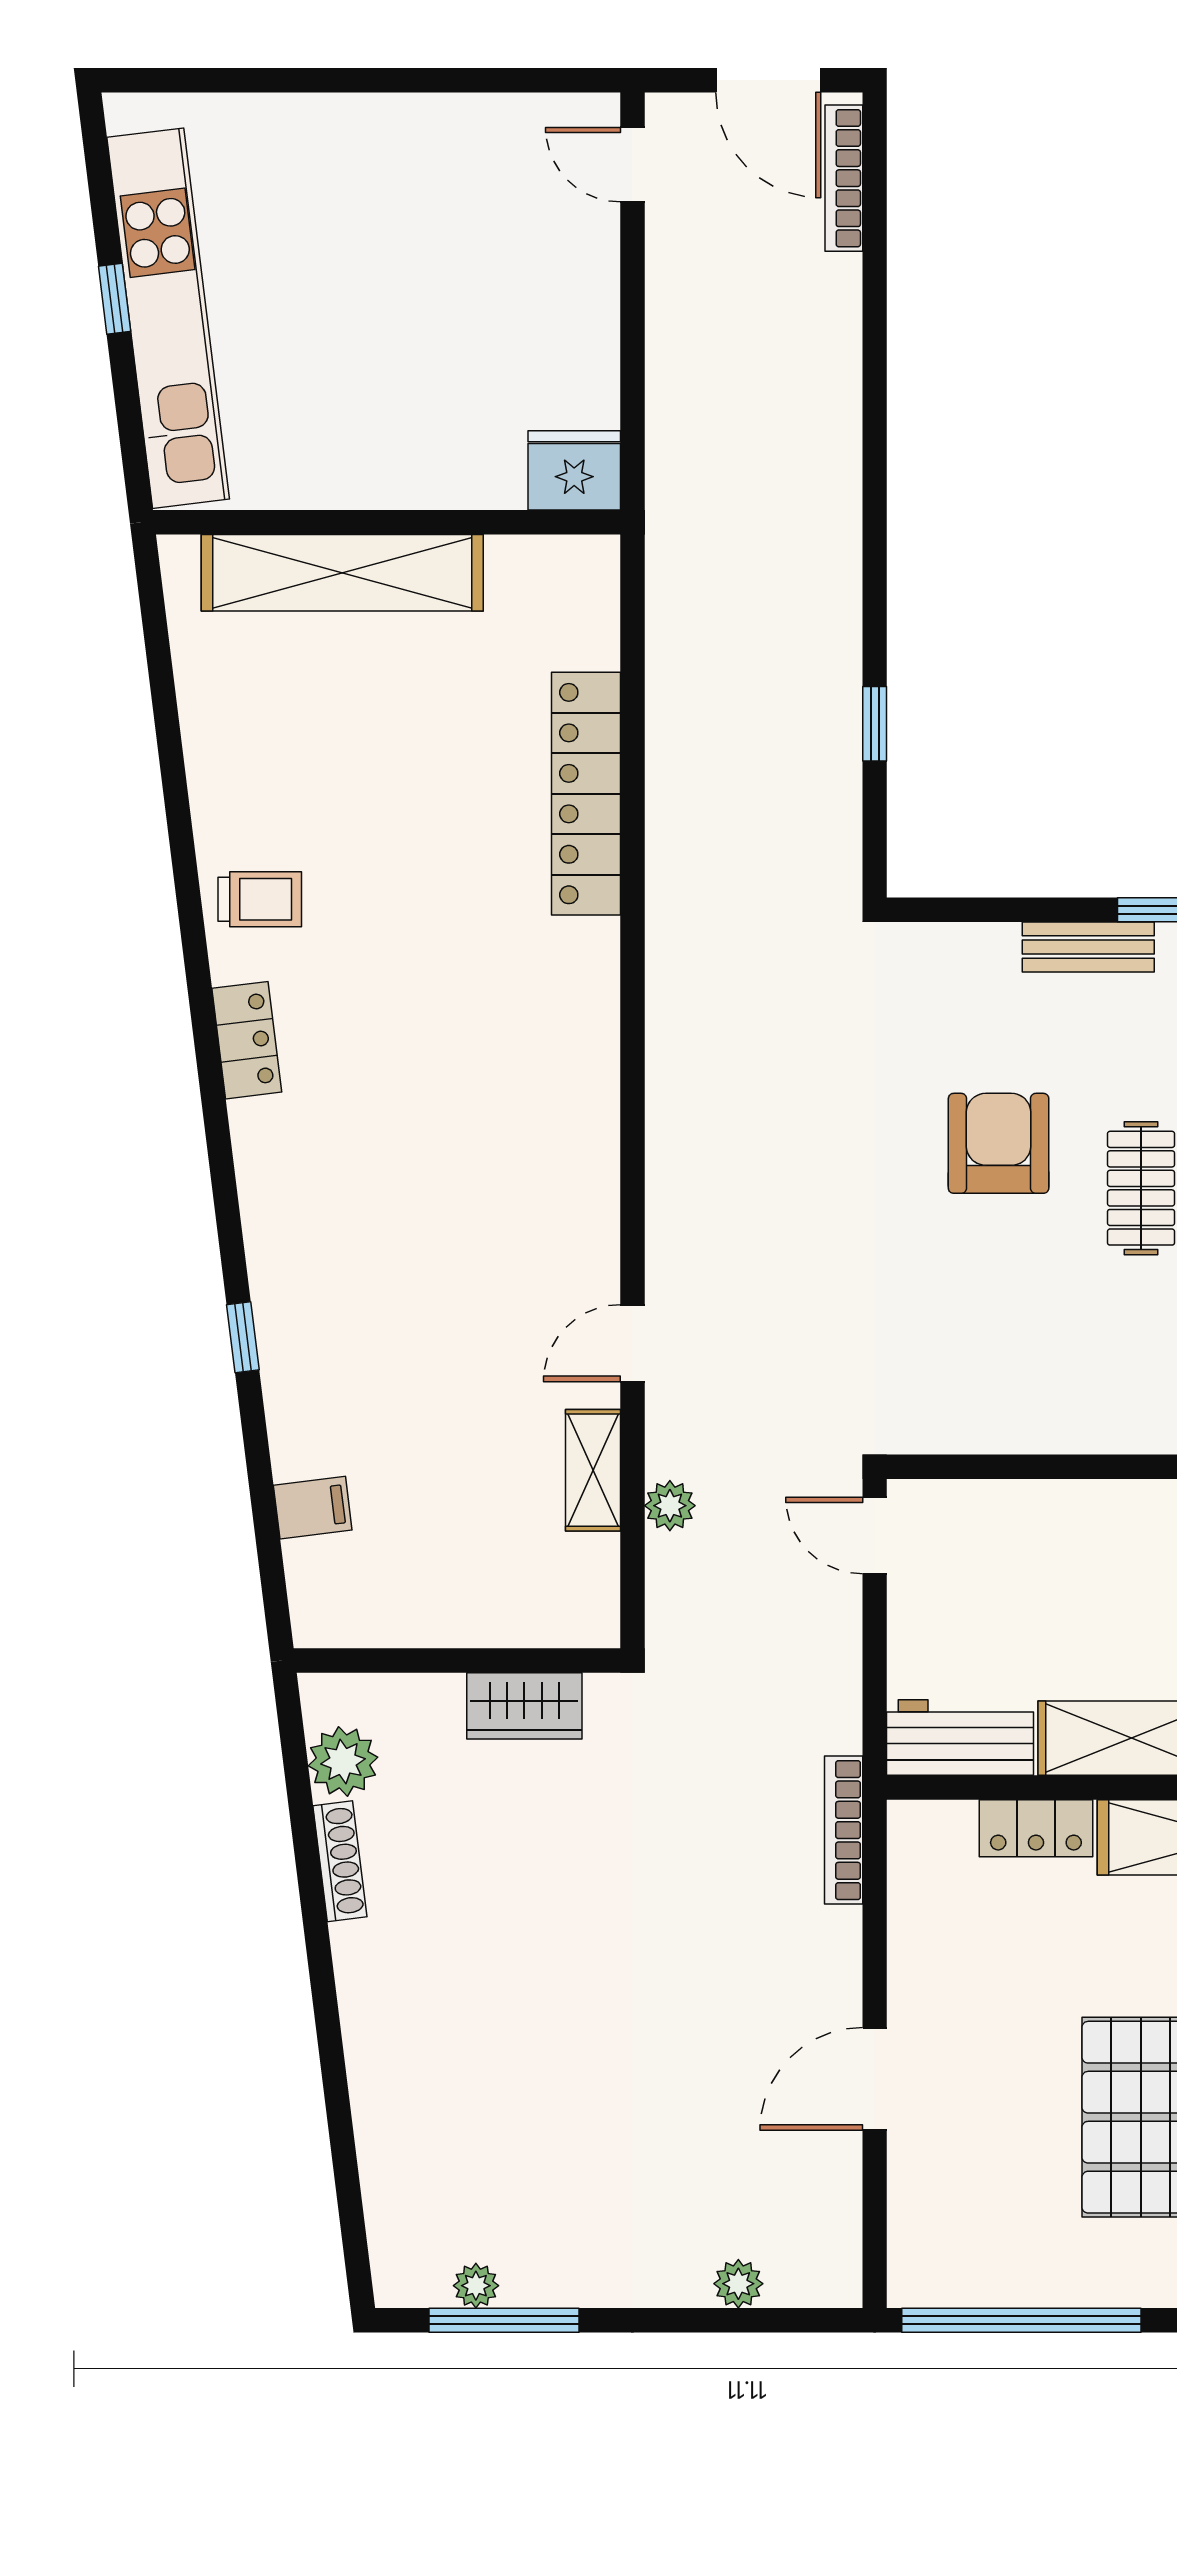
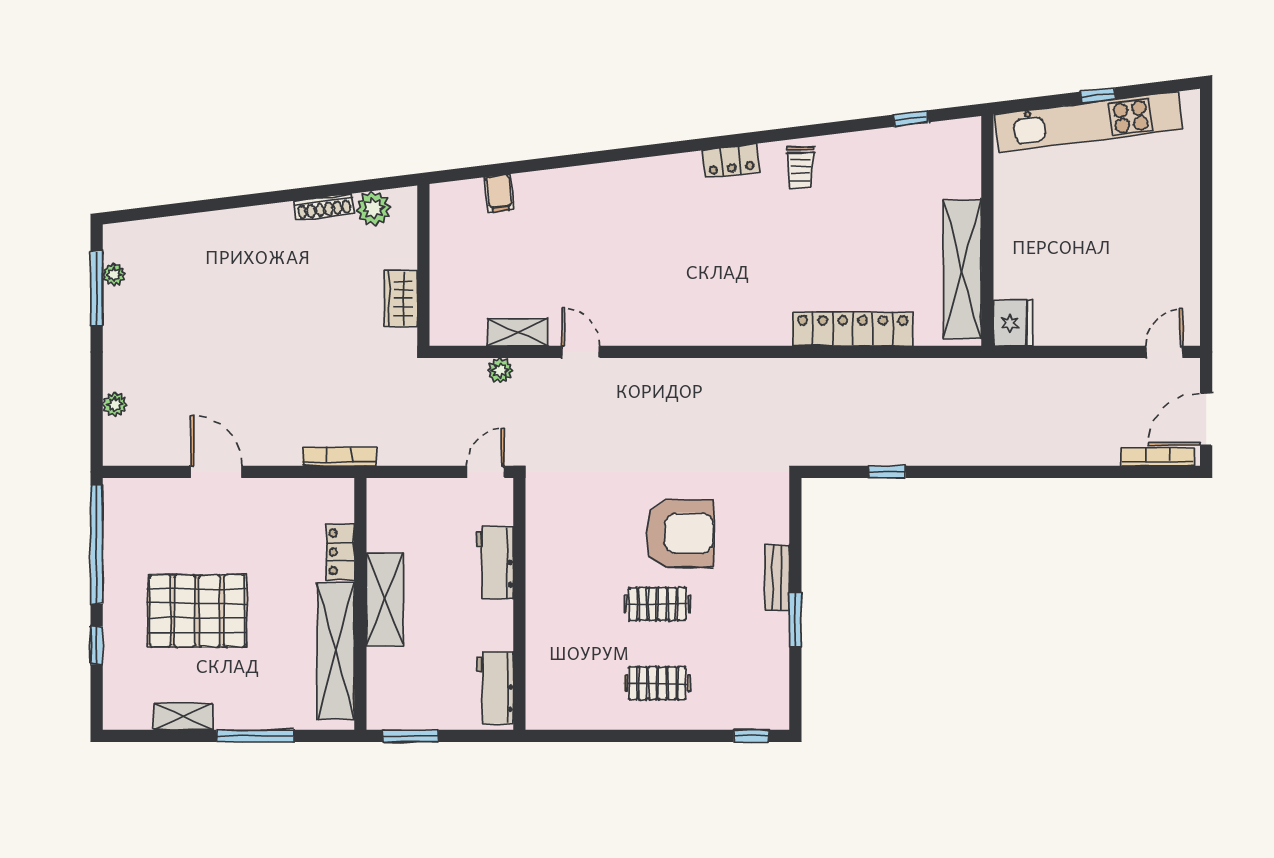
shelving: (342, 573) -> (962, 269), moved
armchair: (999, 1143) -> (680, 533), width x1.36, depth x1.36
window: (243, 1337) -> (911, 119), moved
workbench: (960, 1738) -> (495, 563), moved, turned 180

